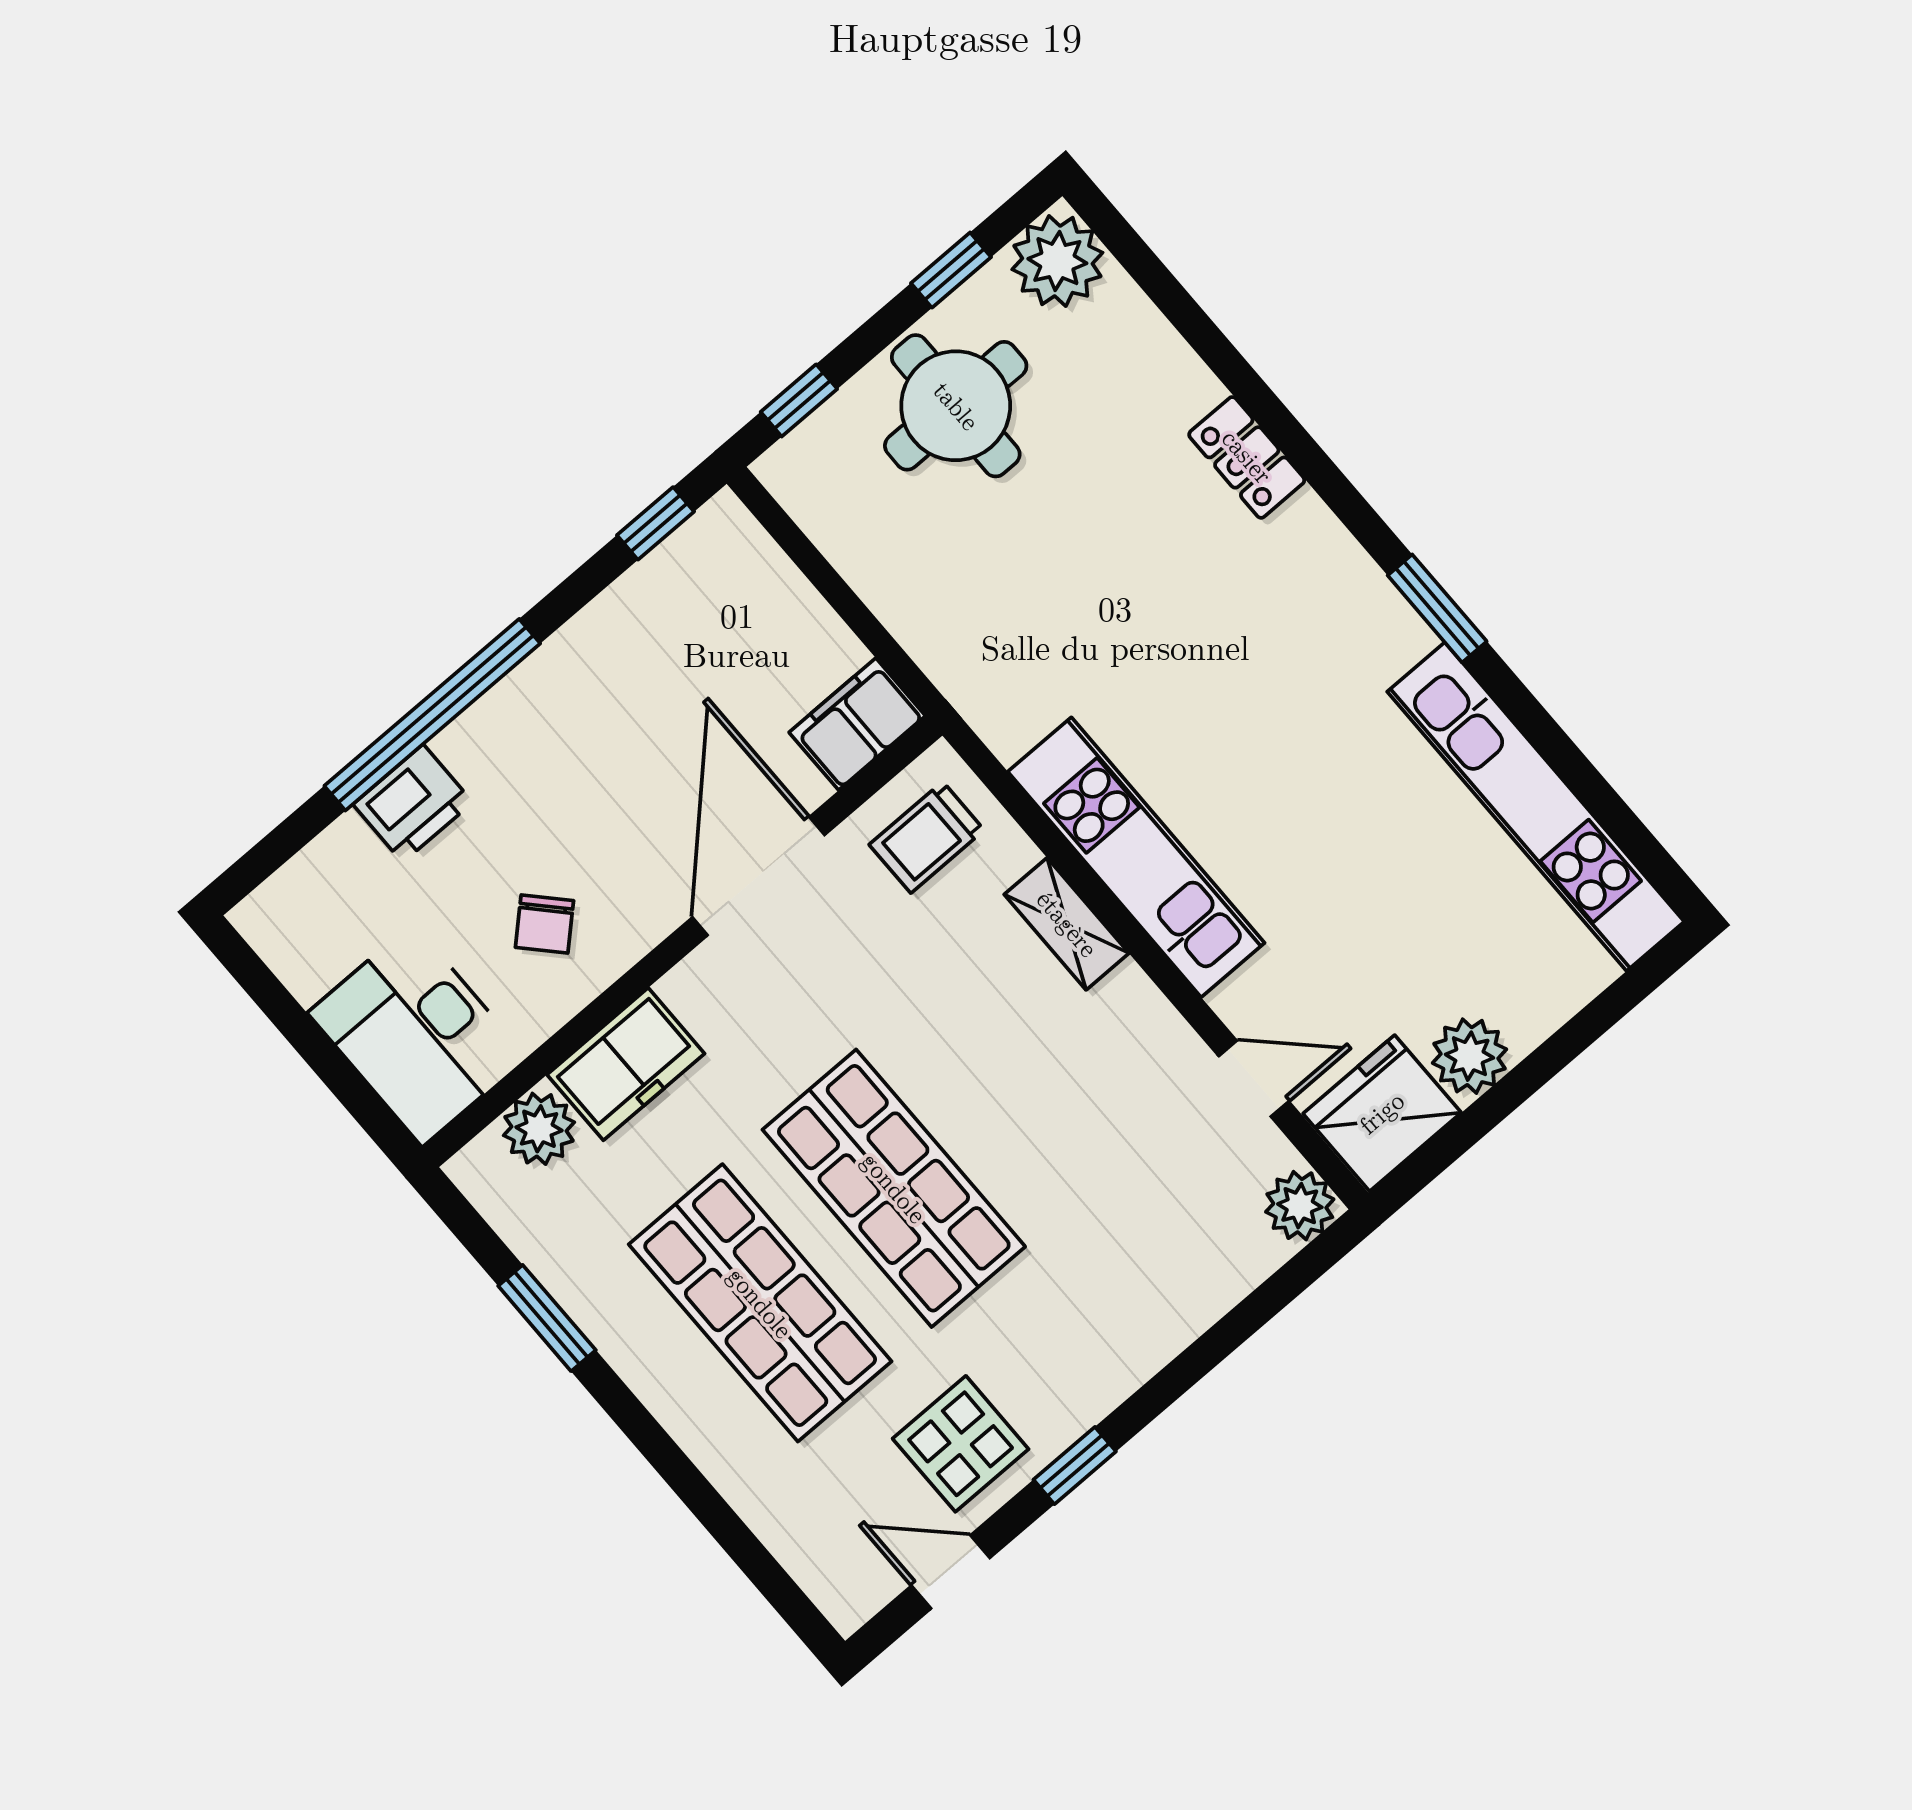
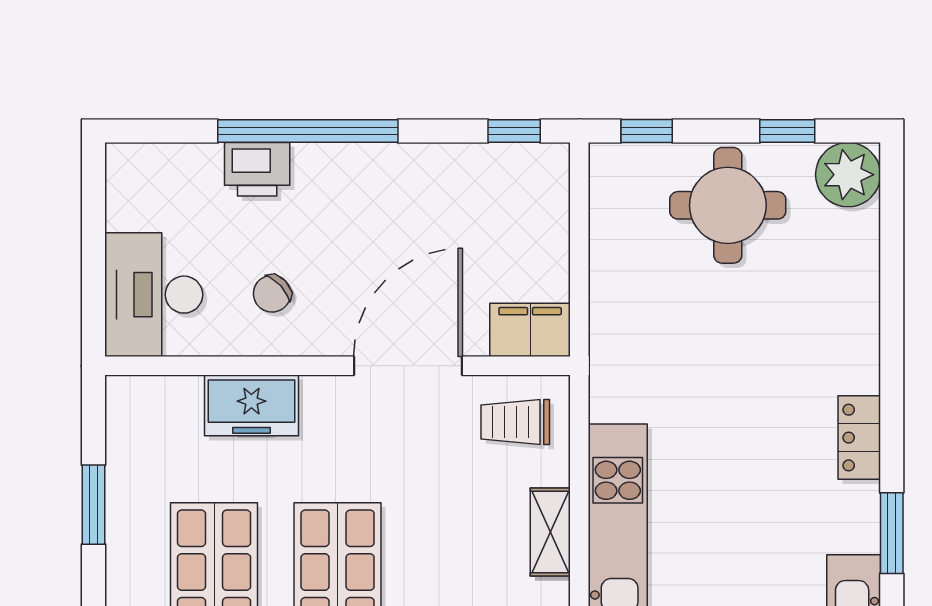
locker: (1247, 457) -> (859, 438), moved
plant: (539, 1129) -> (176, 400), removed

